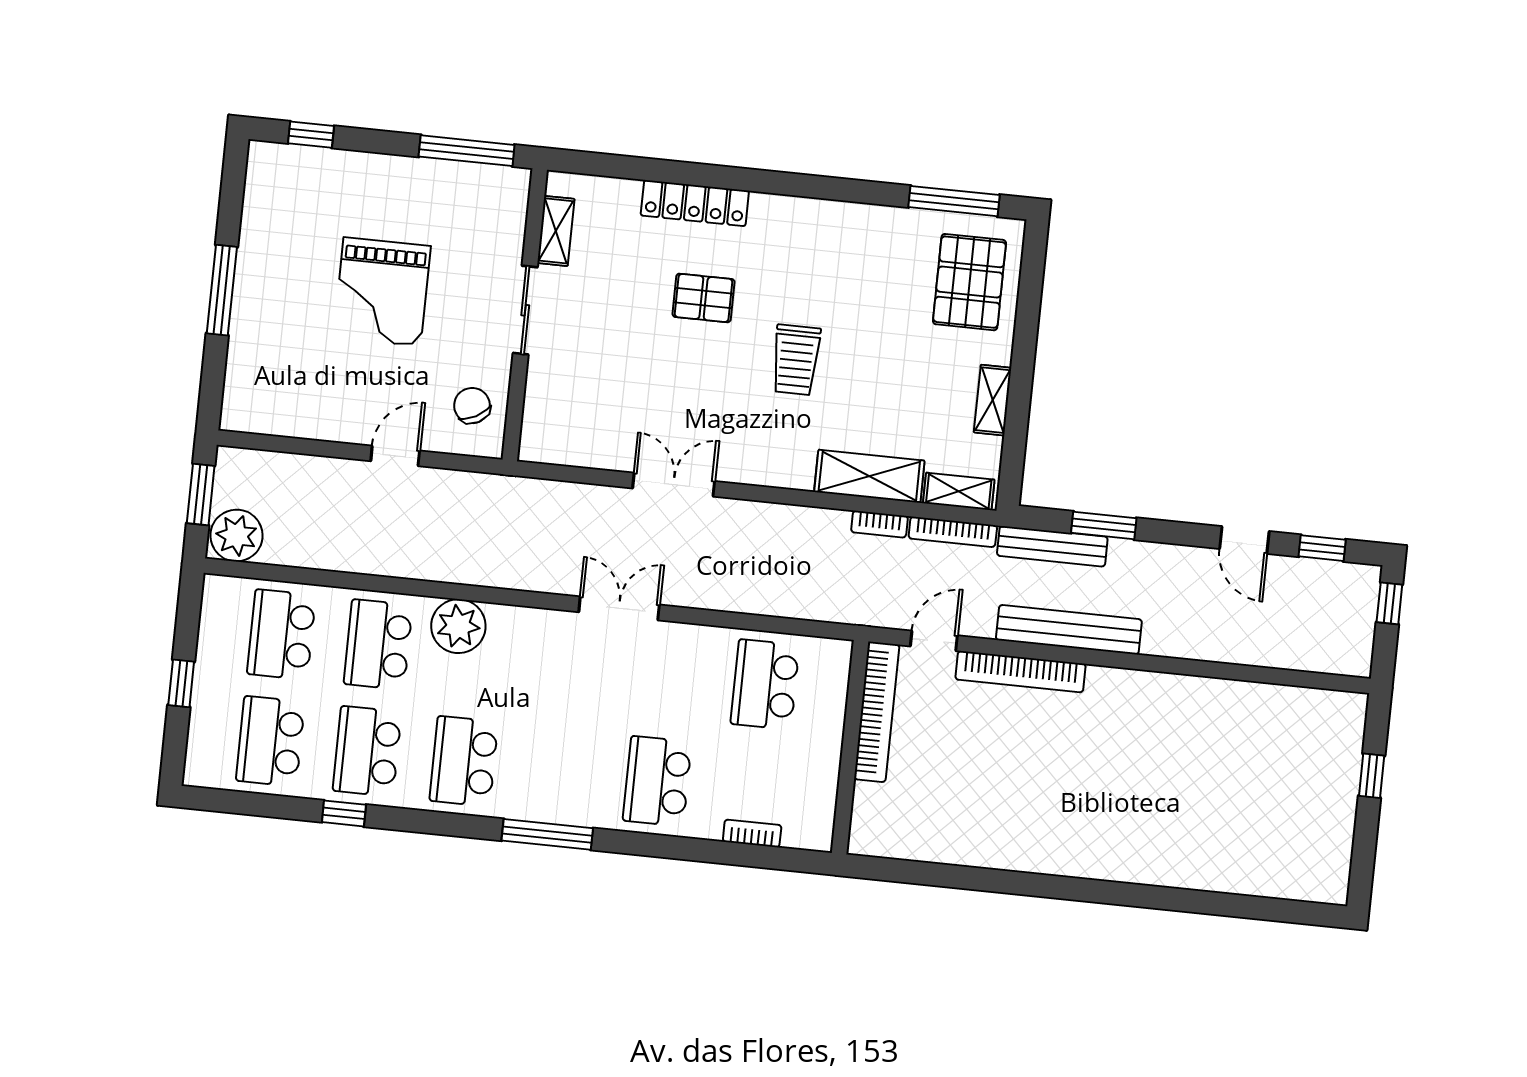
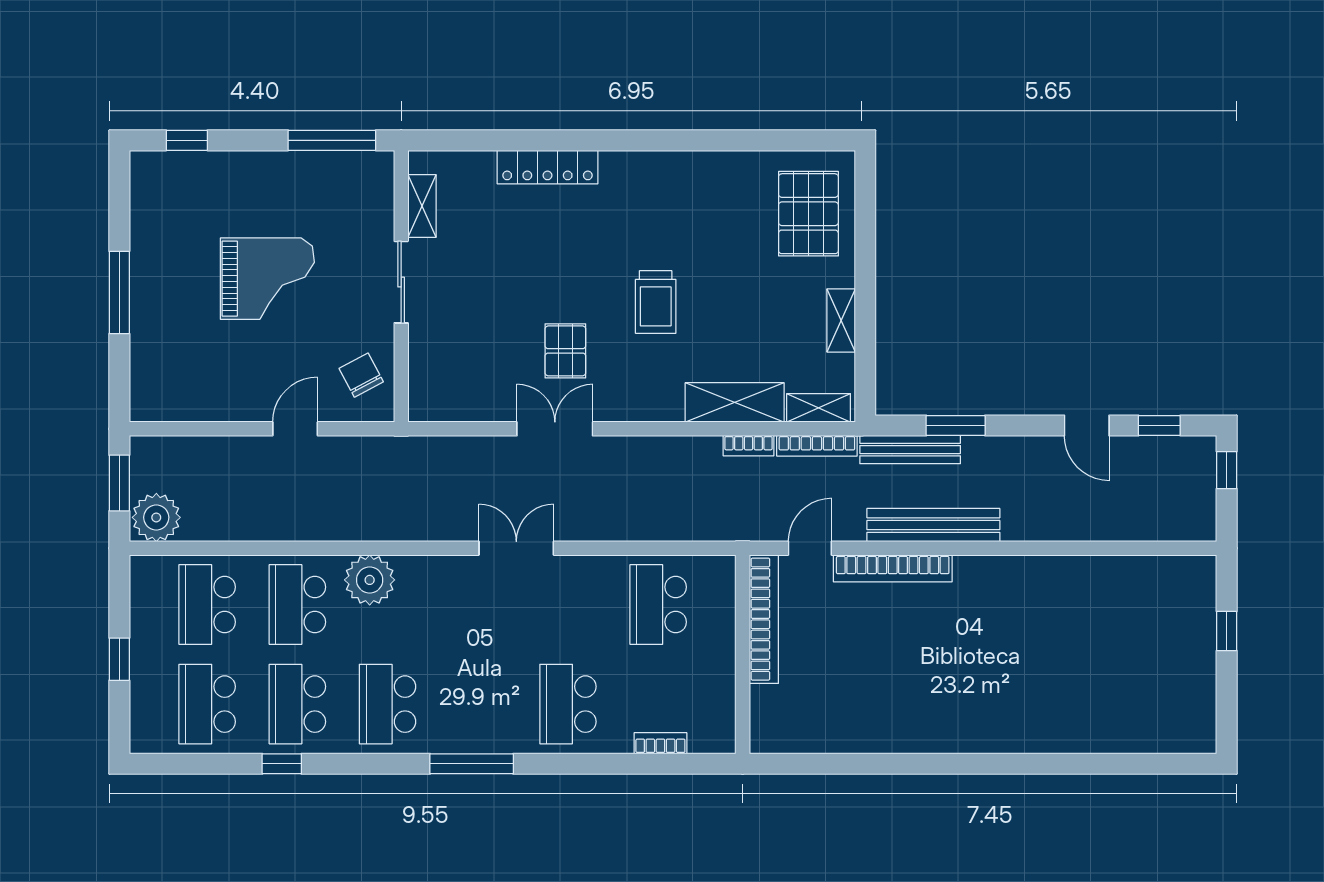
window: (954, 201) -> (786, 140), removed
grand piano: (382, 292) -> (267, 279), turned -90
pallet: (704, 298) -> (565, 351), moved, turned 90

